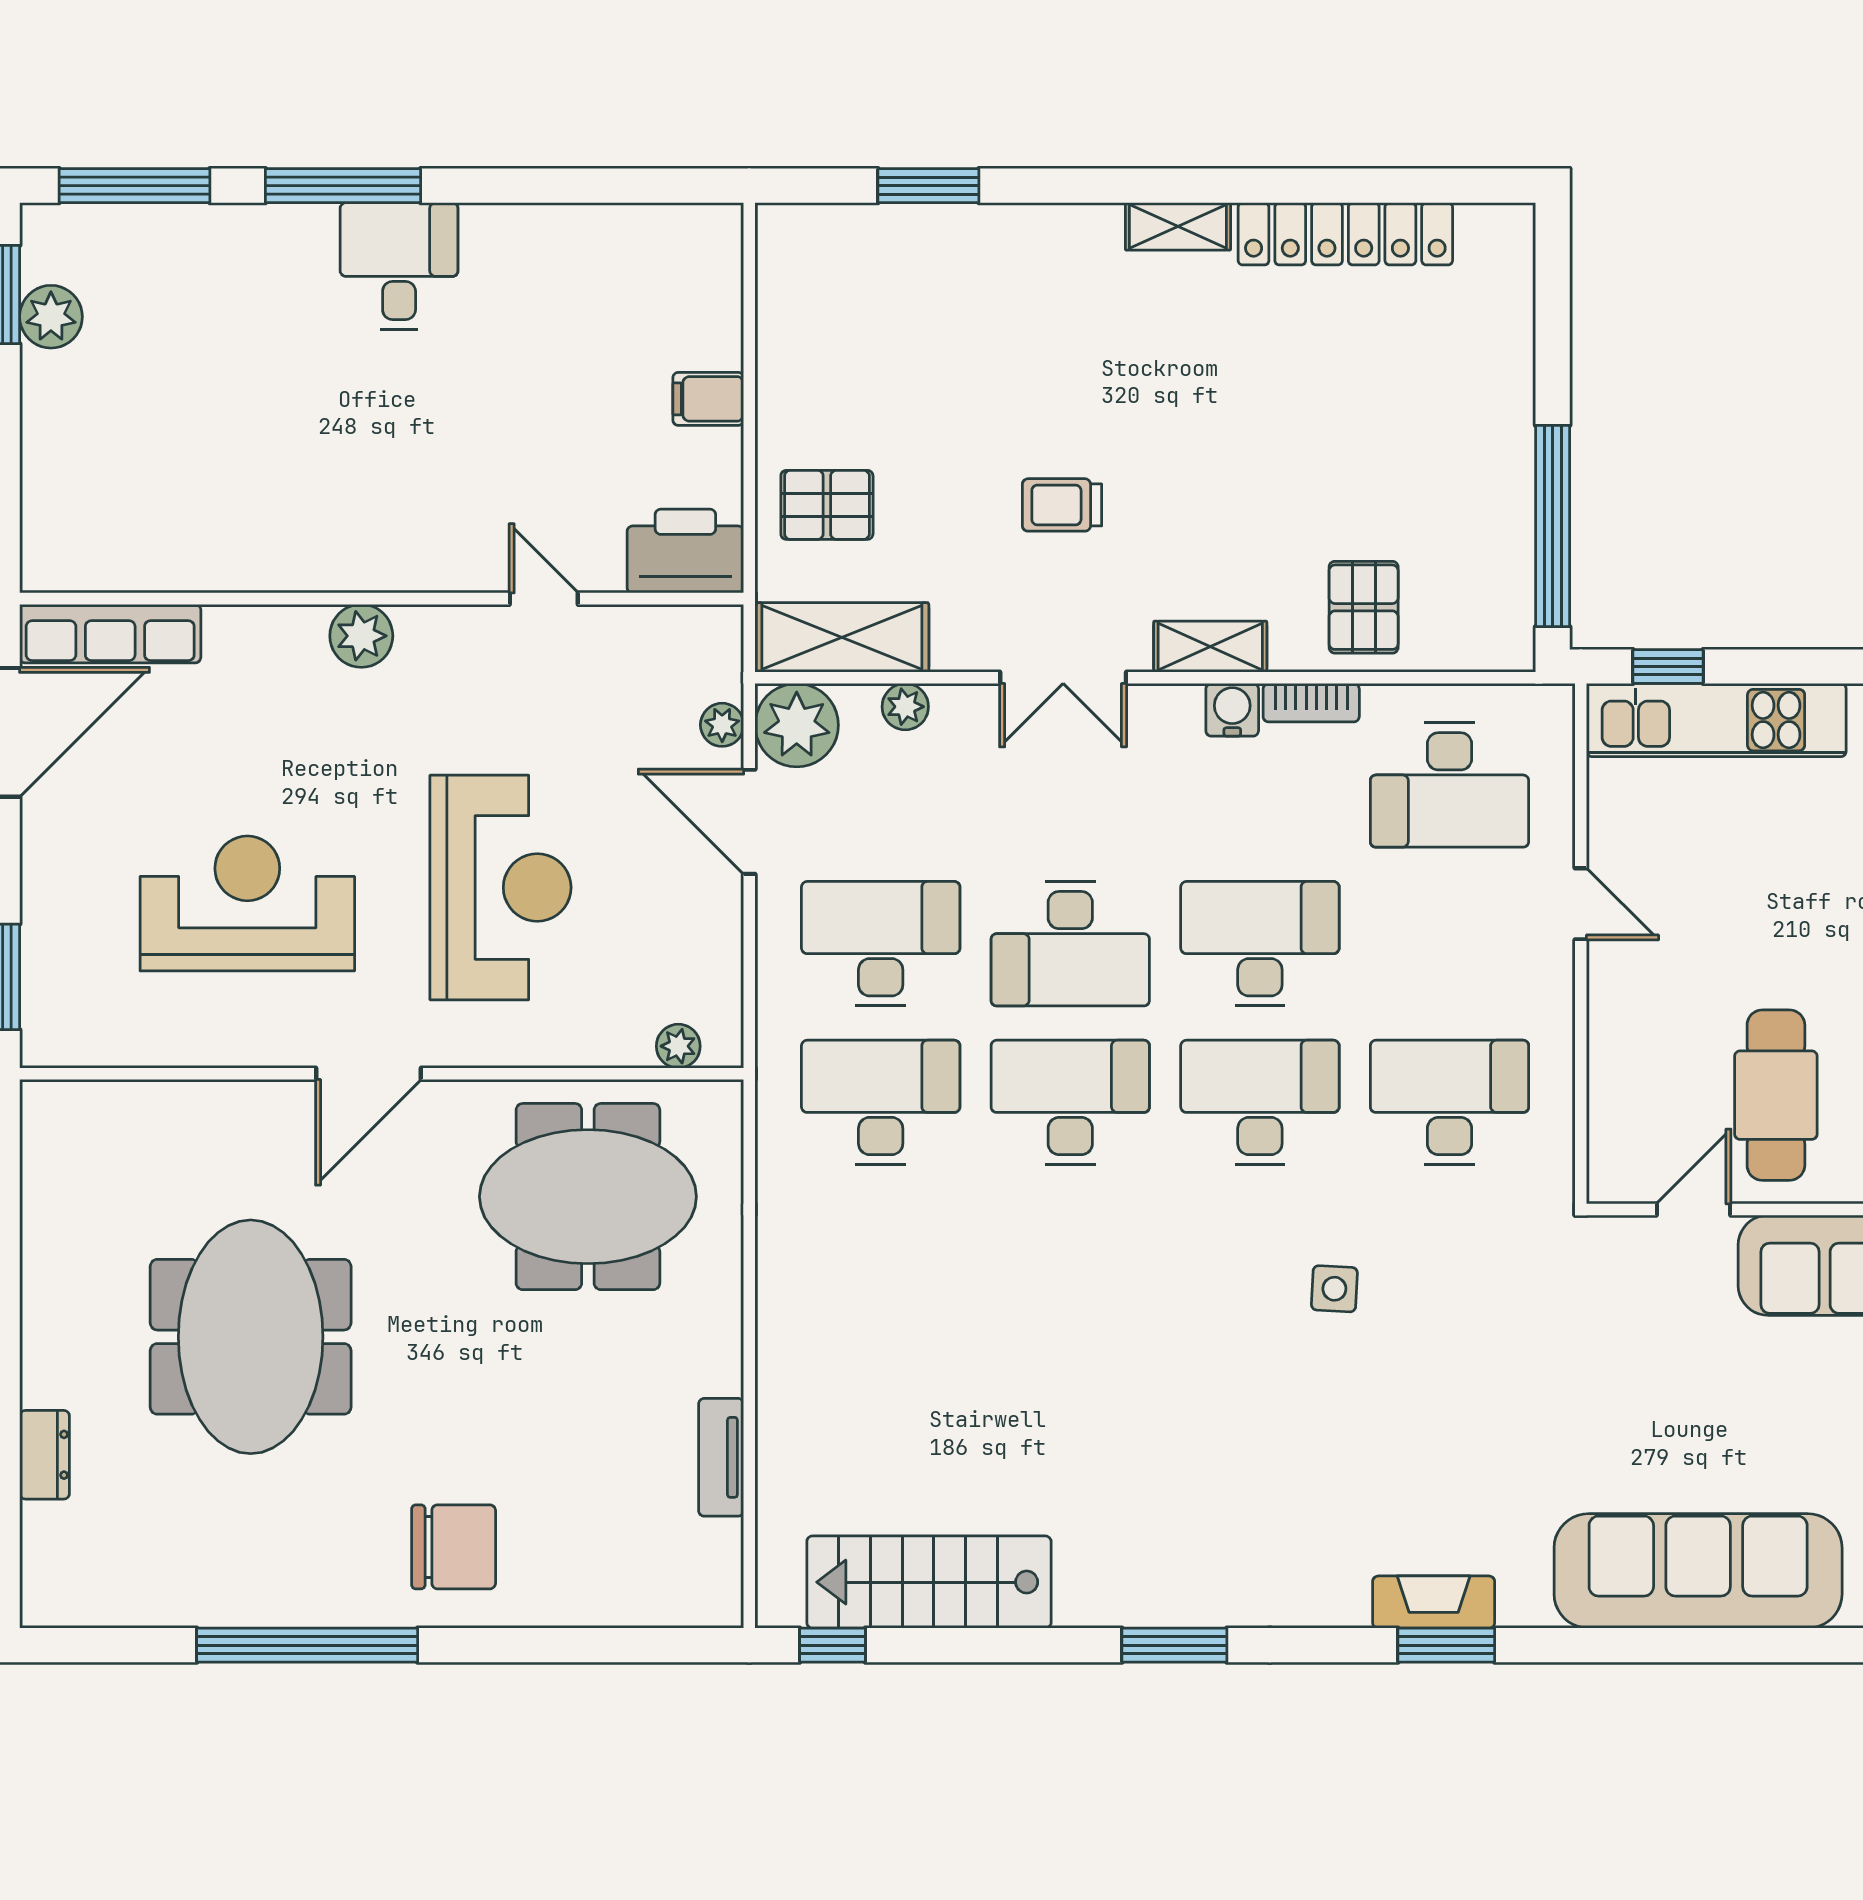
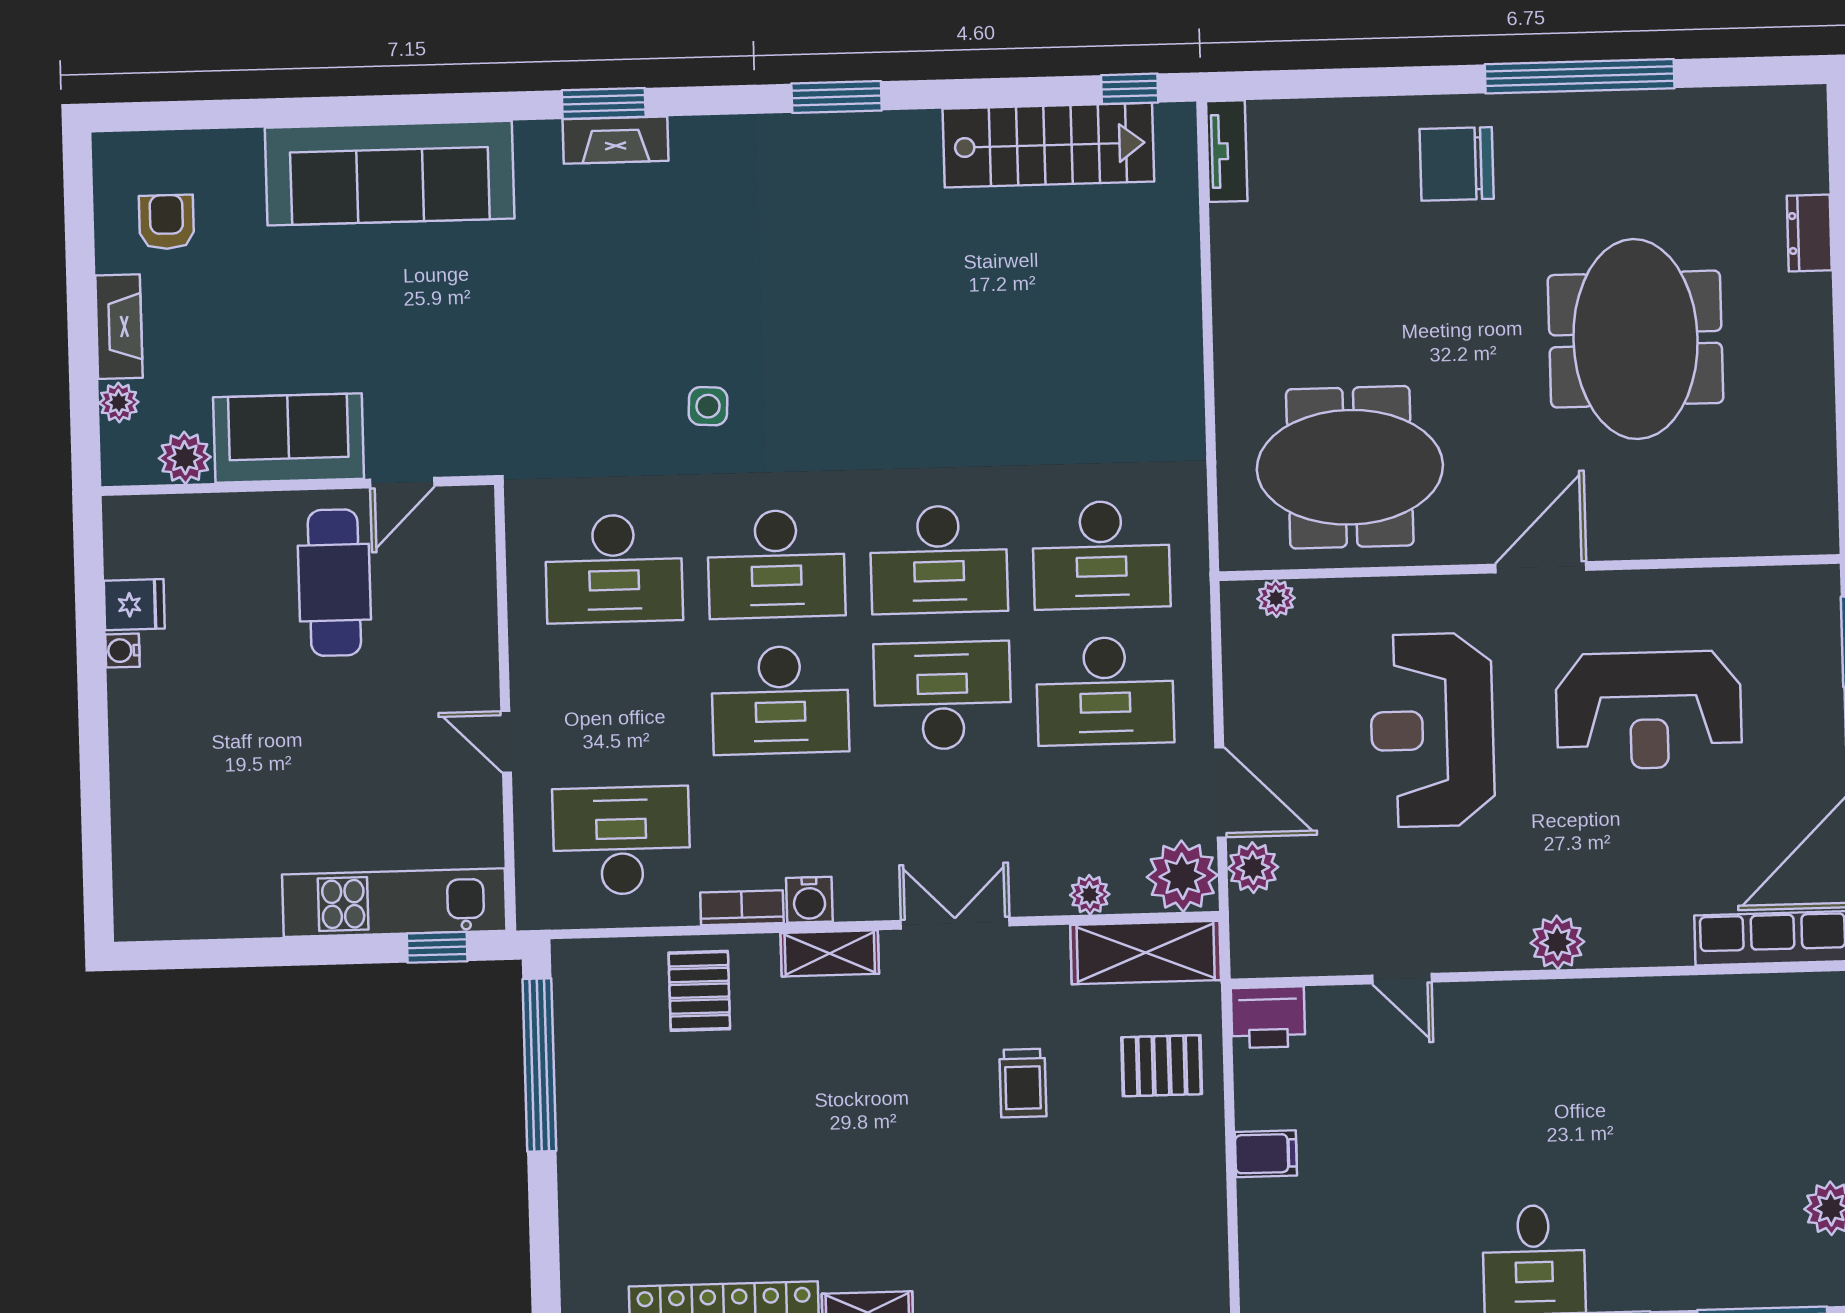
trolley: (1062, 505) -> (1023, 1083), moved, turned 90
printer: (685, 551) -> (1268, 1017), width x0.73, depth x0.84
plant: (722, 725) -> (1253, 868), width x1.38, depth x1.38
tv unit: (721, 1457) -> (1227, 151), moved

